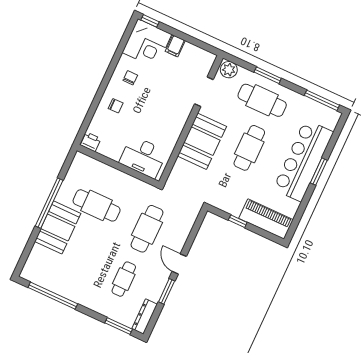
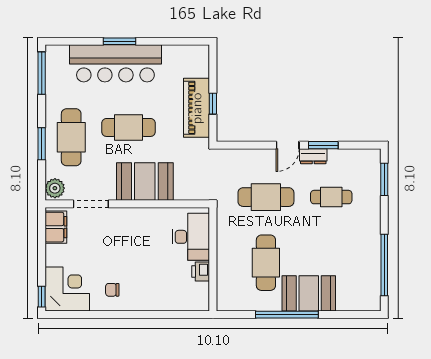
filing cabinet: (175, 46) -> (56, 227), moved, width x2.00
chair: (116, 106) -> (150, 292), removed
printer: (91, 142) -> (201, 271), moved
piano: (266, 219) -> (197, 108), moved
dresser: (145, 317) -> (313, 156), moved, width x0.70

